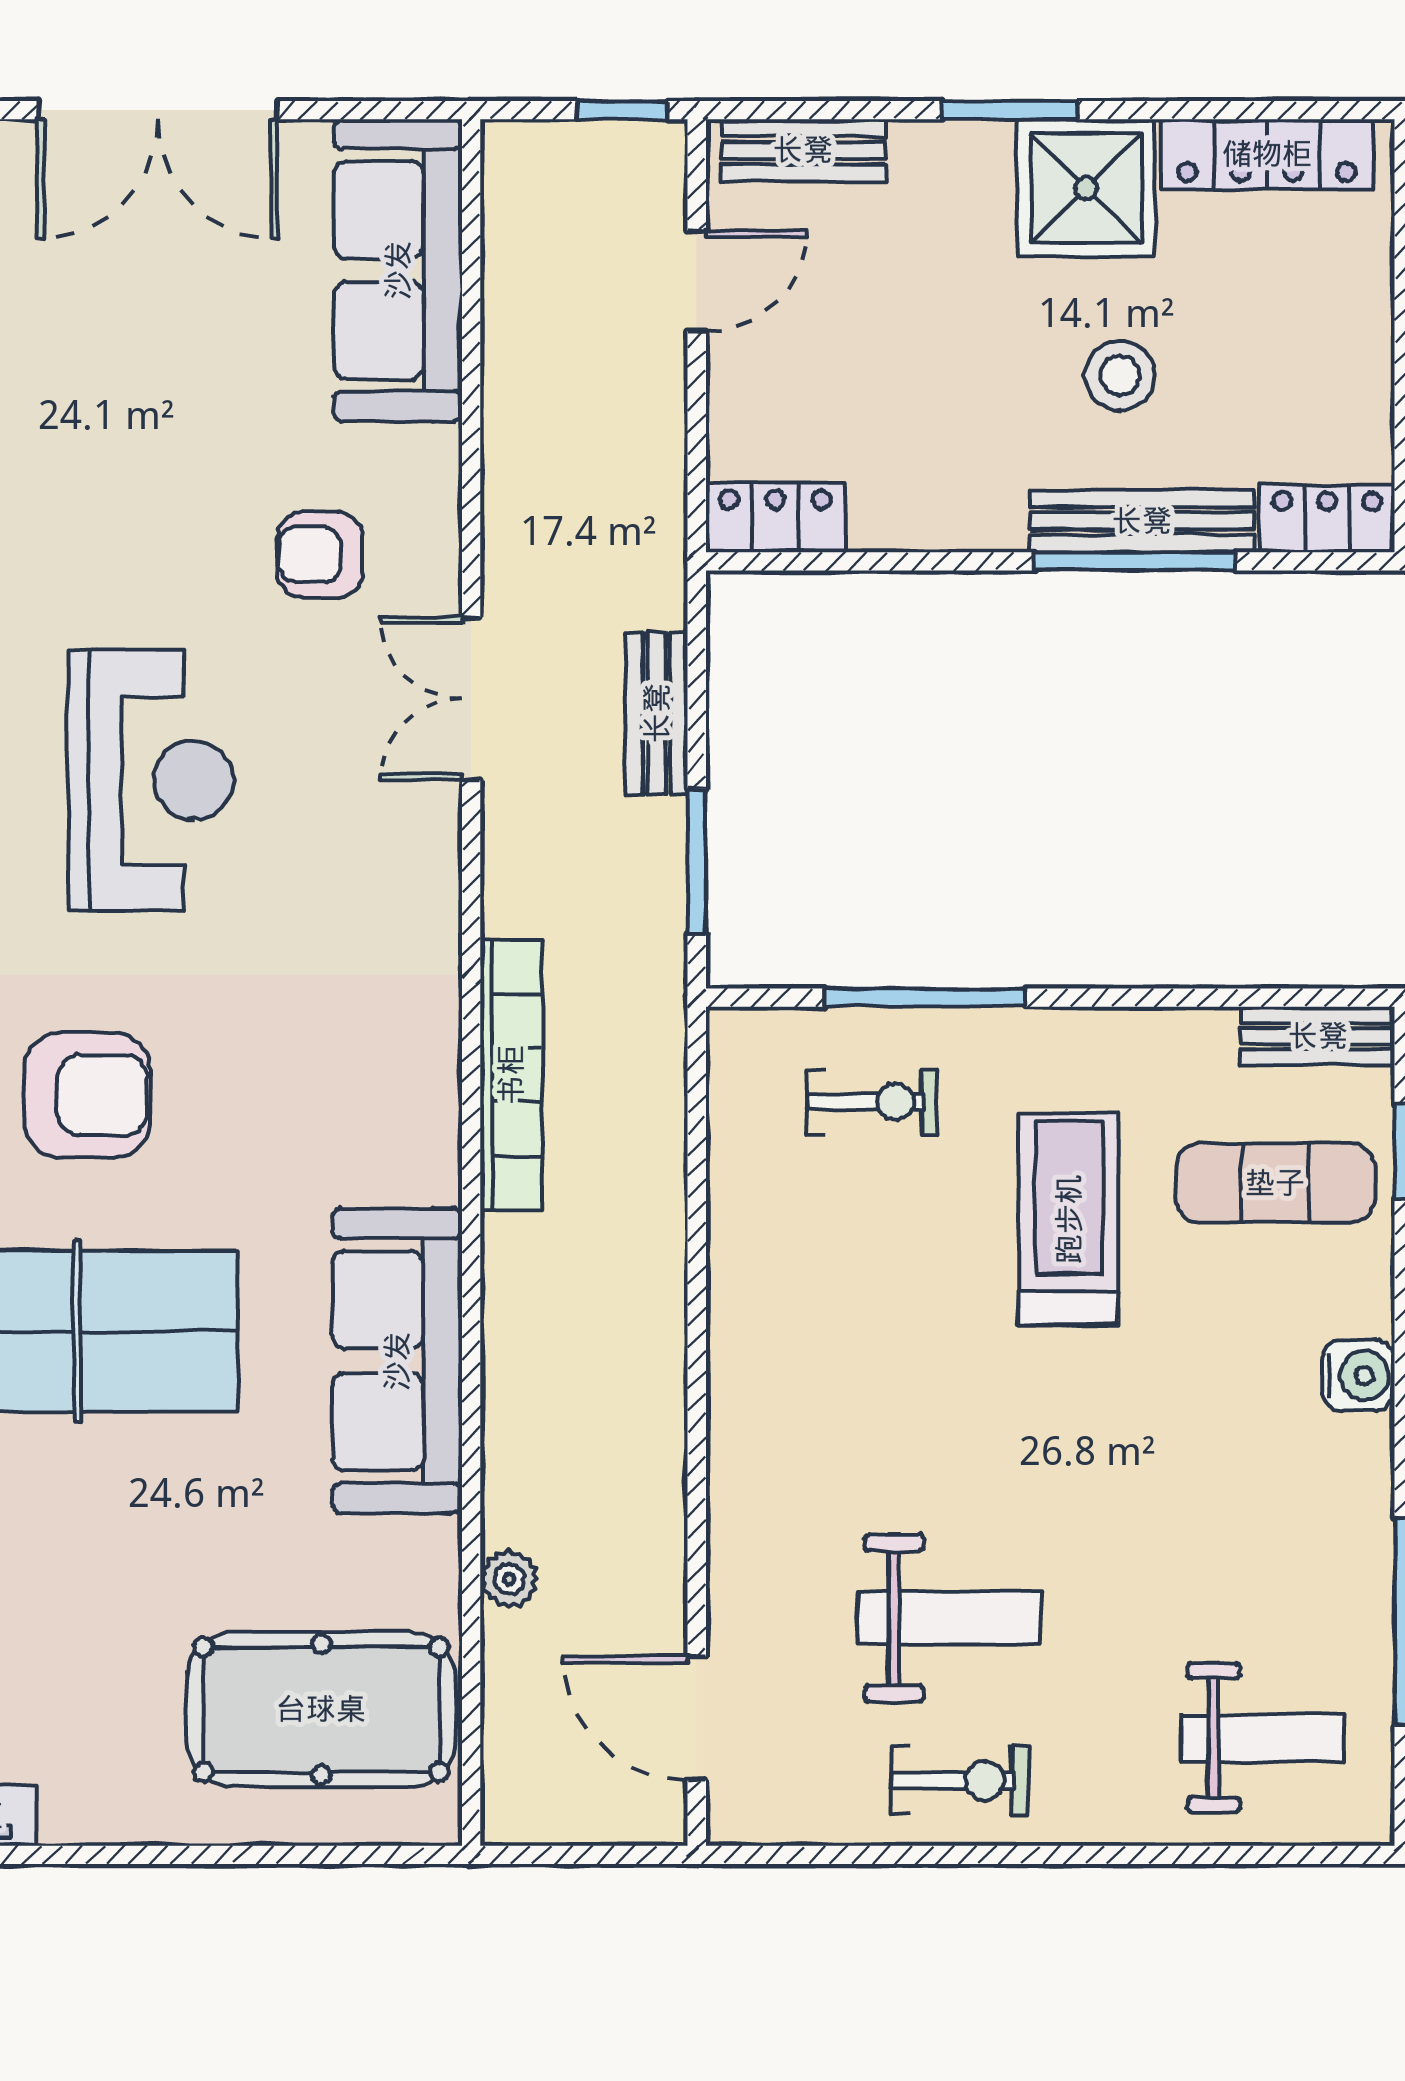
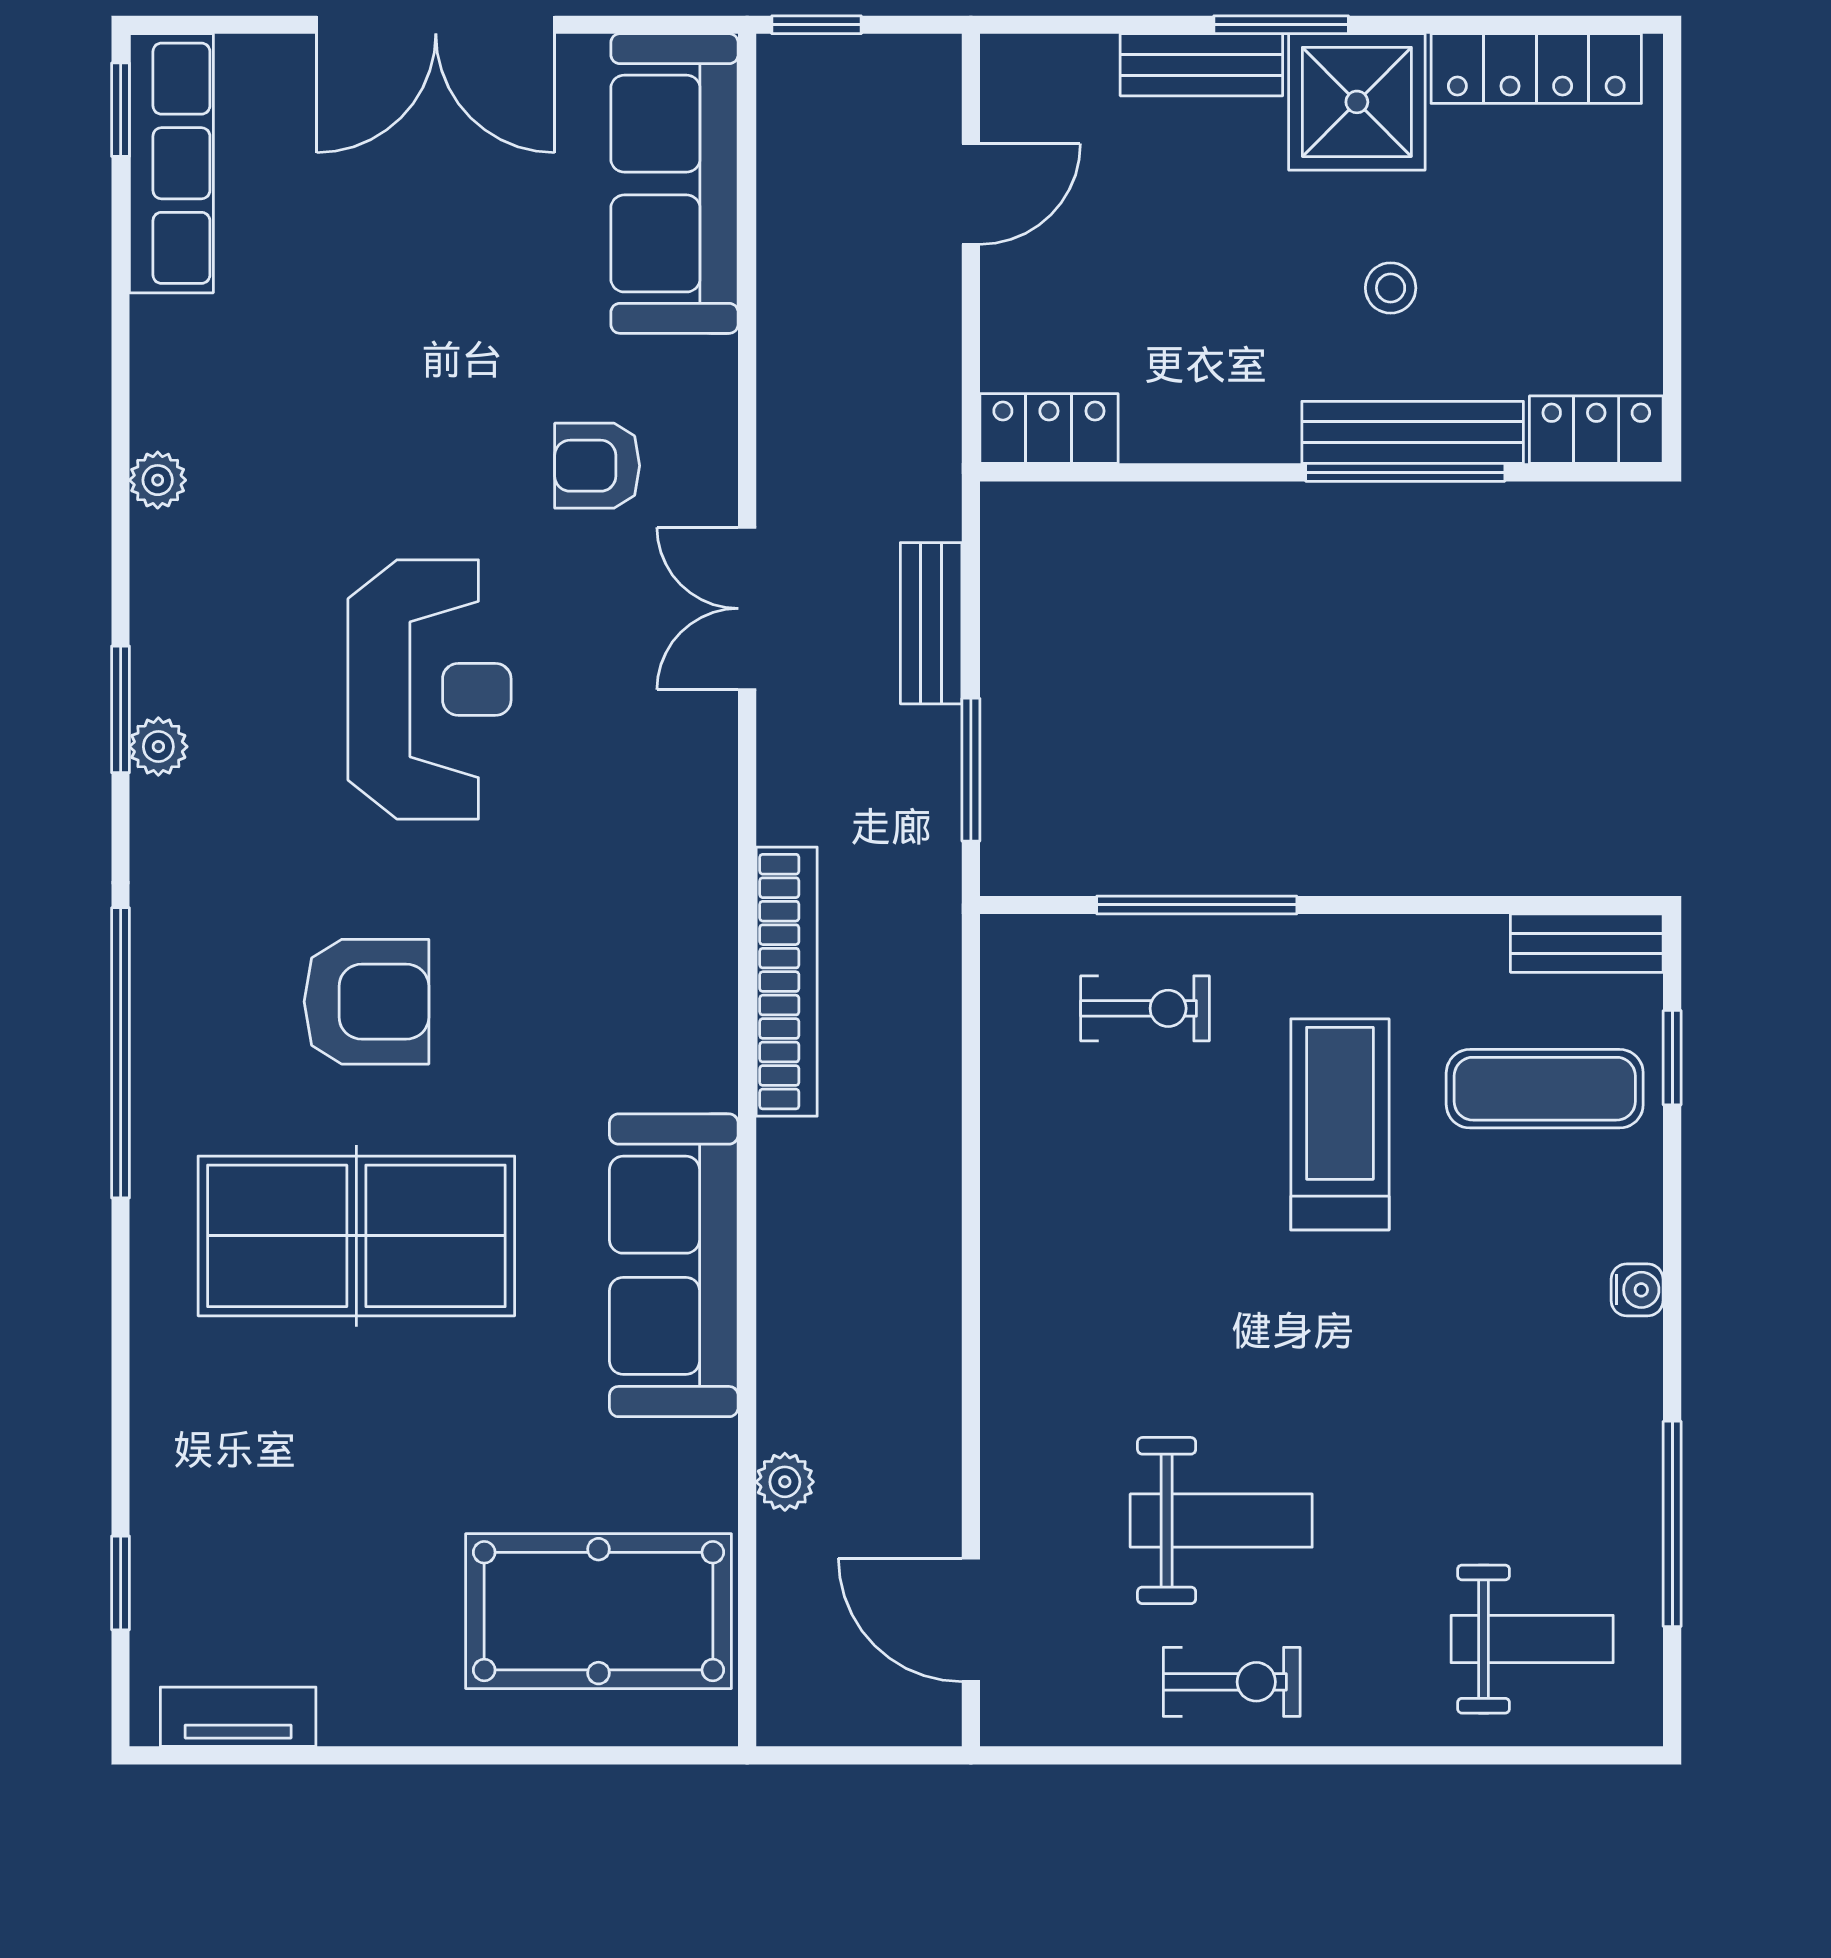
window: (622, 110) -> (817, 25), moved
bench: (803, 150) -> (1201, 65), moved
stool: (1120, 375) -> (1391, 288), width x0.73, depth x0.73
water cooler: (1358, 1376) -> (1637, 1290), width x0.72, depth x0.72

